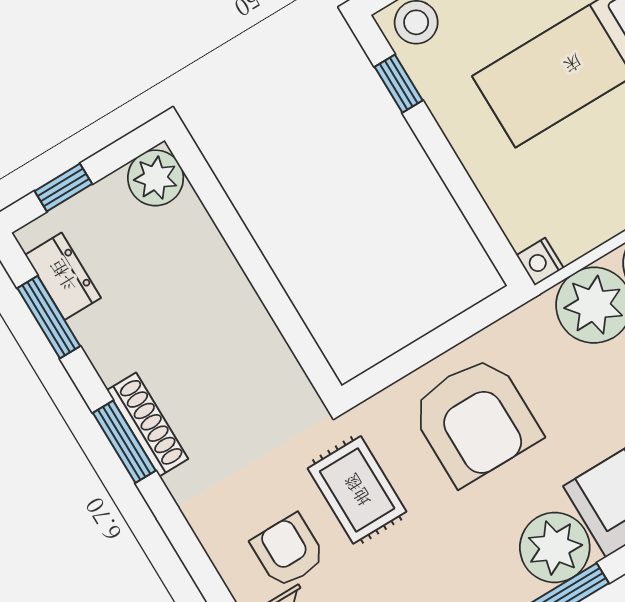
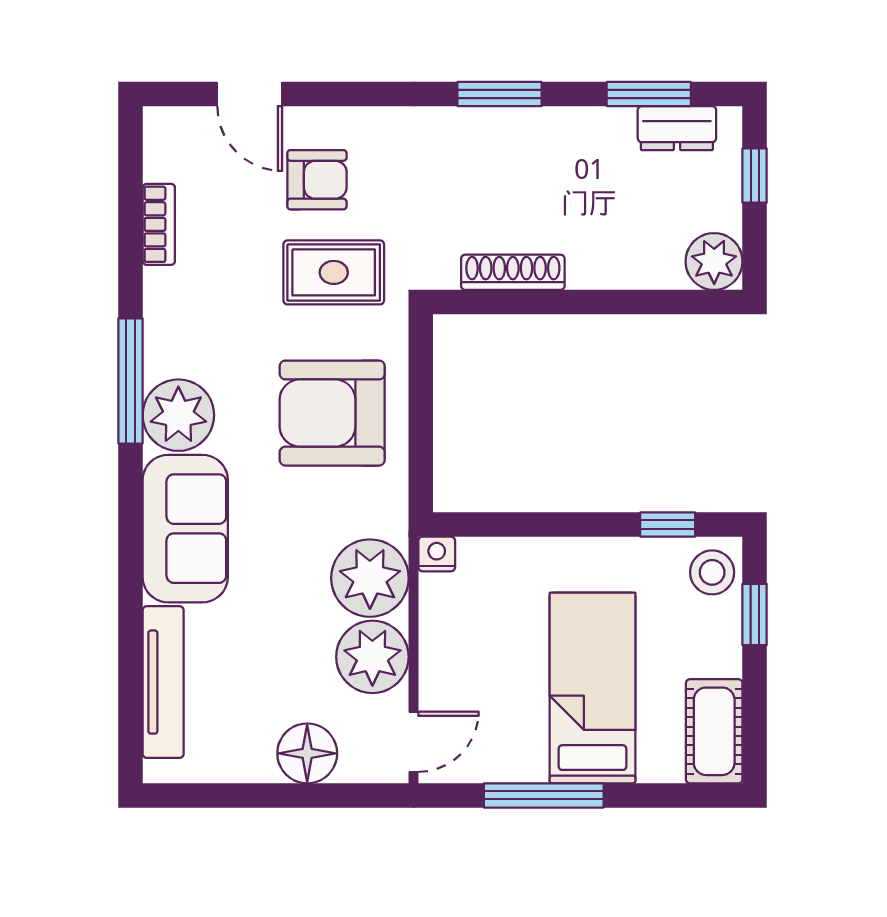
shoe rack: (148, 424) -> (513, 272), moved, turned 180

